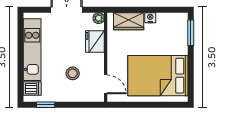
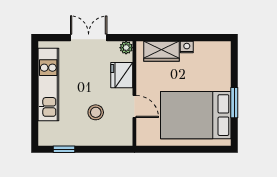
window: (191, 33) -> (234, 103), moved
door: (106, 84) -> (134, 107), moved
dishwasher: (32, 89) -> (48, 130), removed

